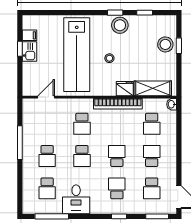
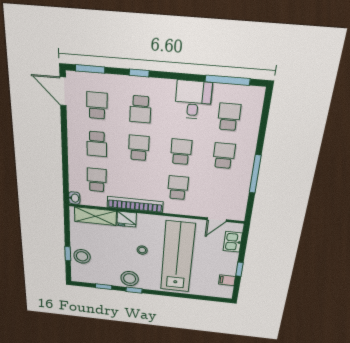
kitchen sink: (30, 52) -> (233, 242), moved
school desk: (117, 156) -> (139, 148), turned 180

